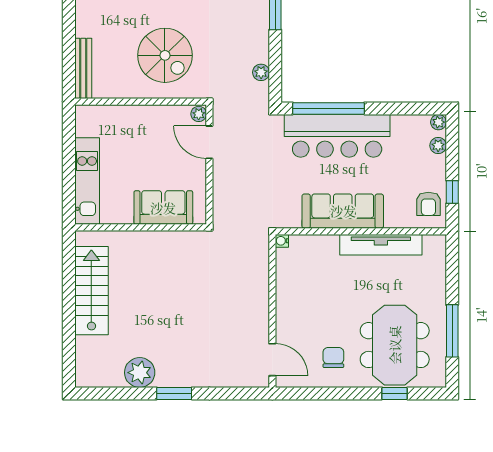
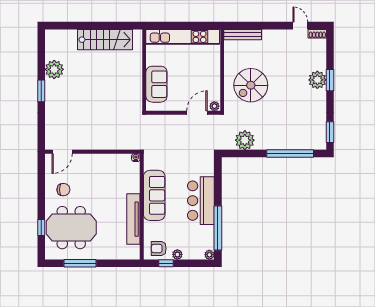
plant: (261, 72) -> (245, 140), width x1.87, depth x1.87
window: (329, 108) -> (218, 228), moved
bar counter: (337, 136) -> (201, 201), width x0.73
plant: (438, 146) -> (177, 254), moved
kitchen unit: (87, 181) -> (183, 37), width x1.36

